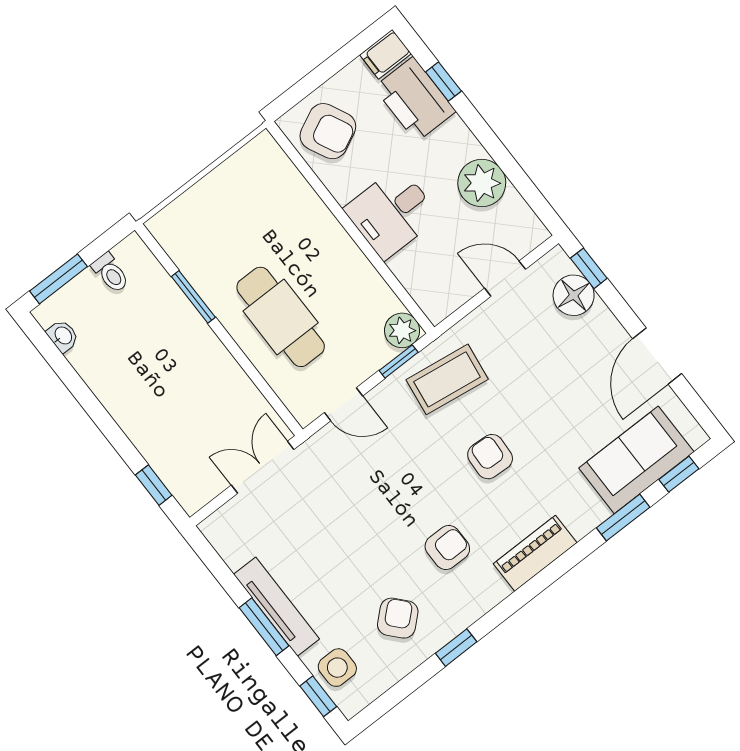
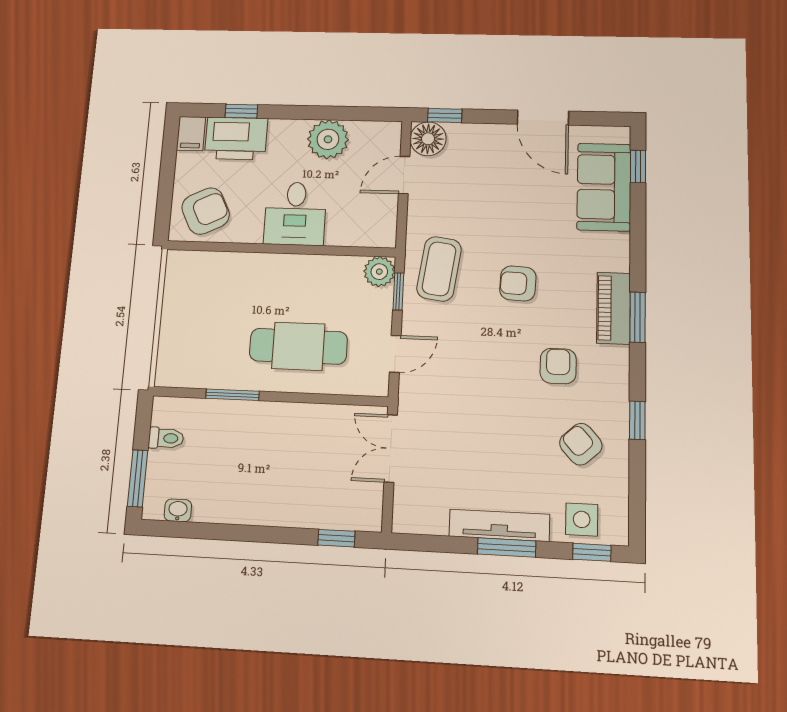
floor lamp: (574, 295) -> (428, 139), moved
window: (623, 518) -> (638, 317), moved

